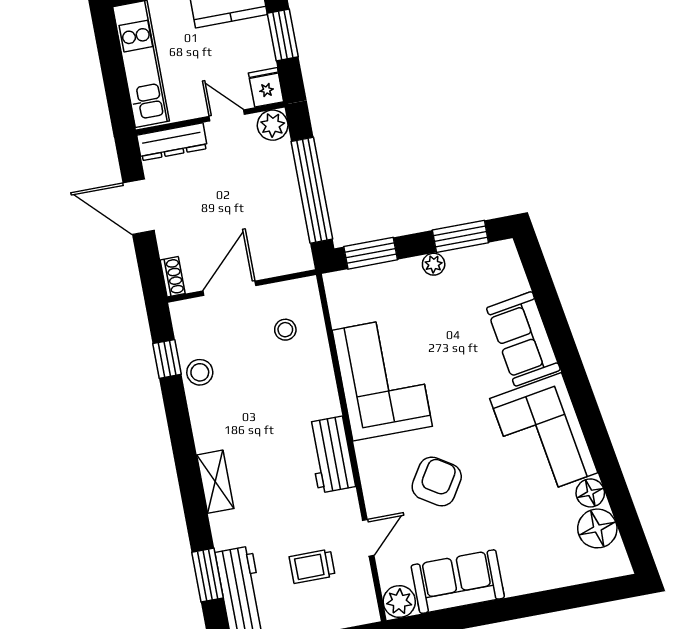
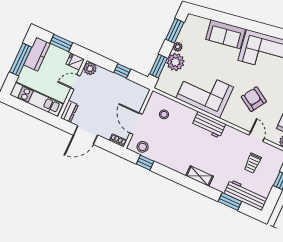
dresser: (172, 142) -> (69, 111), width x0.70
window: (312, 190) -> (122, 71), width x0.32
plant: (402, 280) -> (175, 62), added
stool: (200, 372) -> (143, 147), moved
workbench: (331, 455) -> (209, 125), moved

